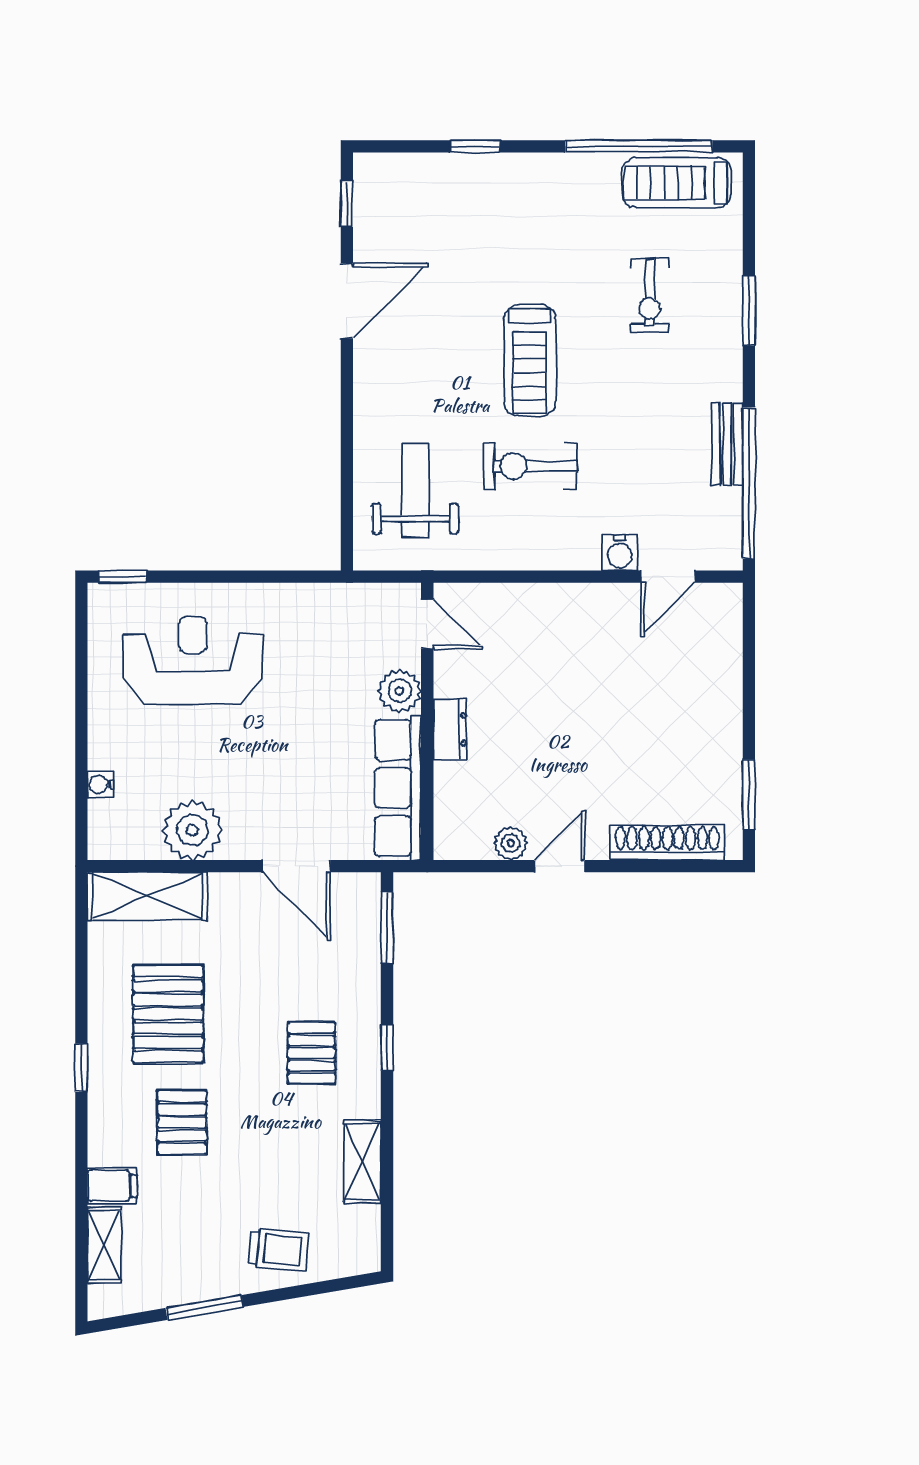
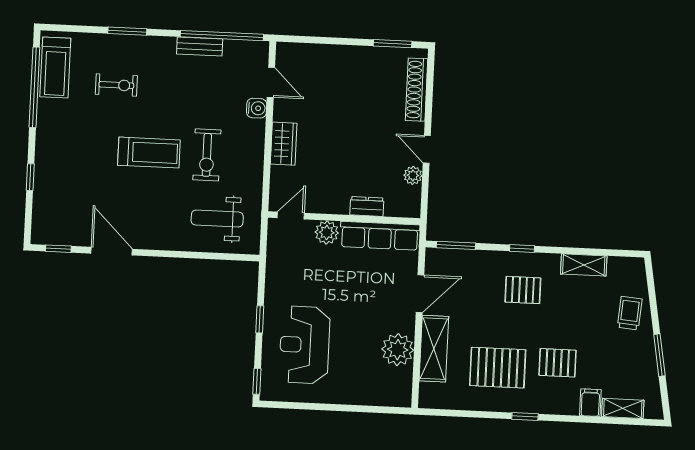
window: (235, 577) -> (260, 319), added
wardrobe: (558, 605) -> (284, 144), added
dresser: (450, 729) -> (367, 206), moved
water cooler: (101, 784) -> (370, 399), removed
shelving: (147, 896) -> (434, 349), moved

